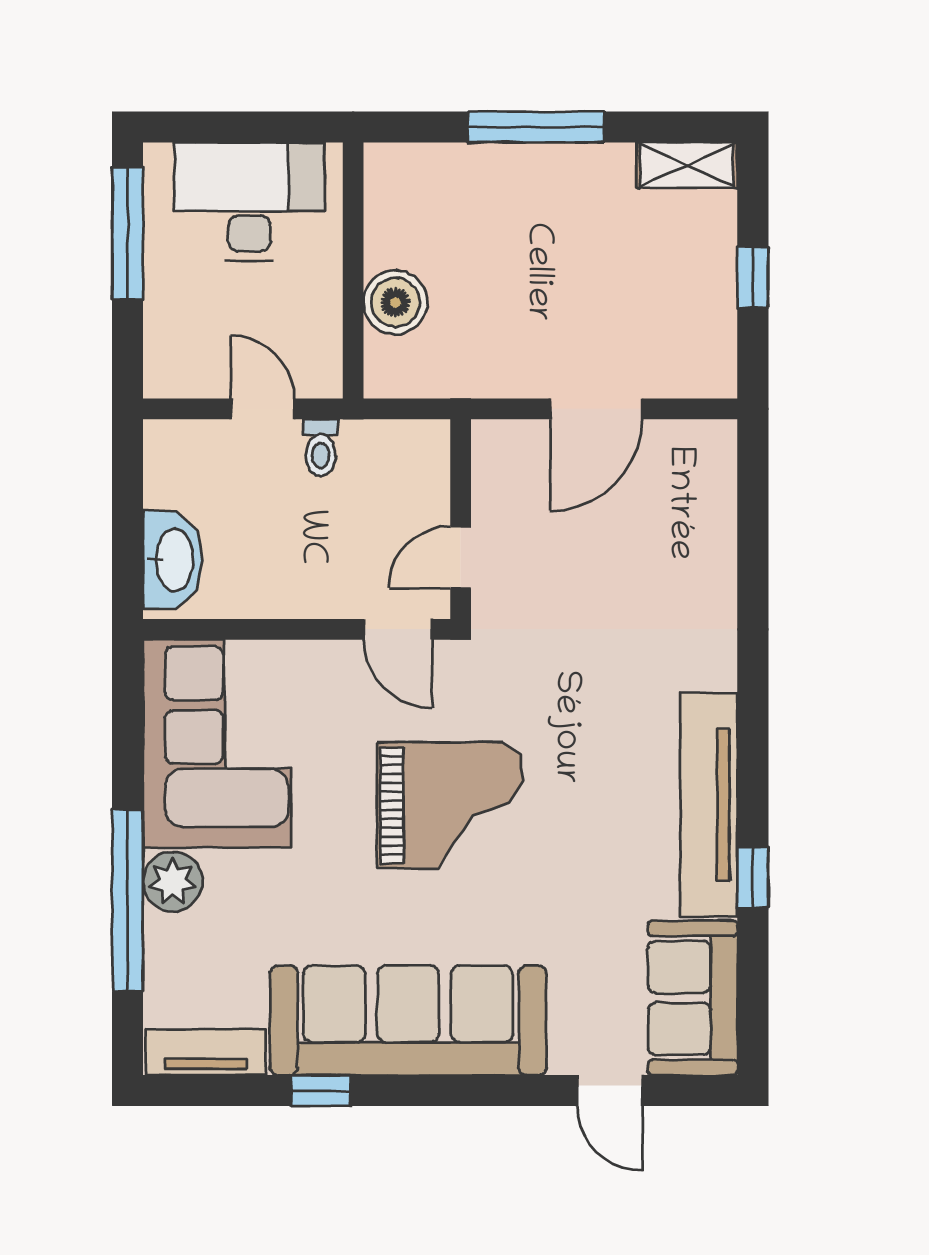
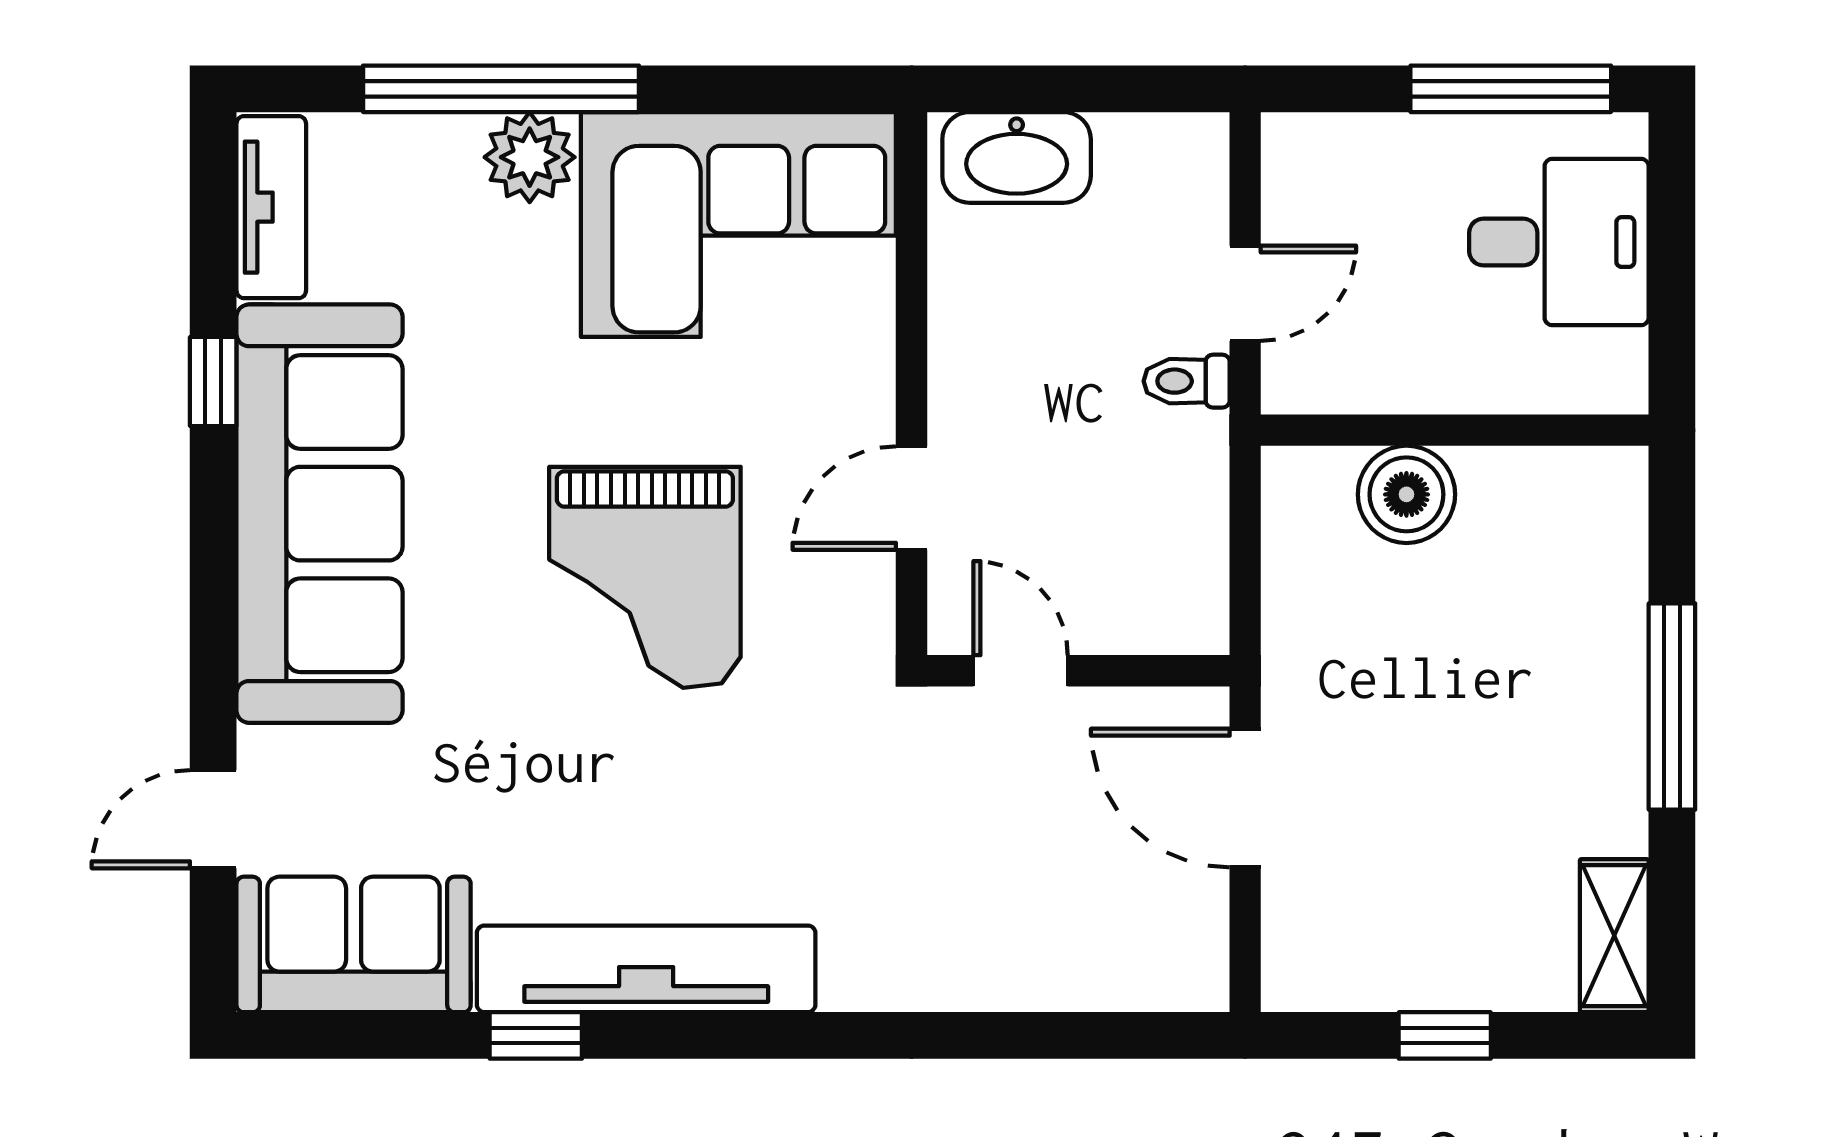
desk: (249, 202) -> (1559, 242), width x0.73
wall: (461, 519) -> (1078, 671), moved
door: (461, 557) -> (1021, 671), moved

